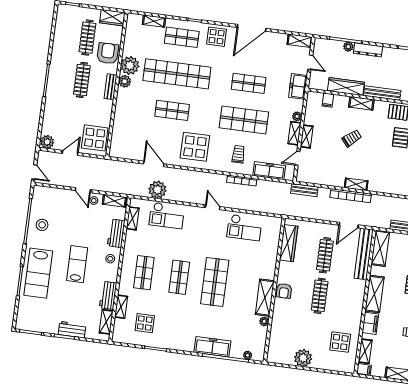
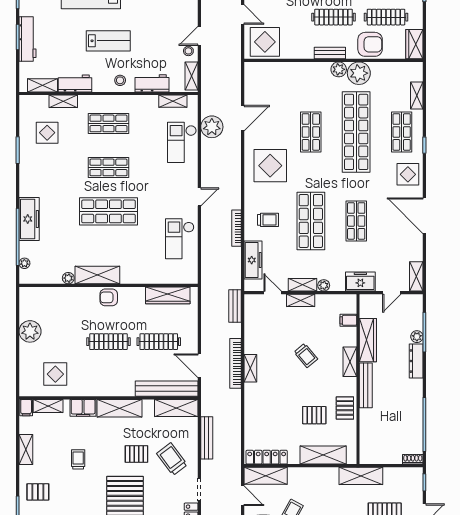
workbench: (72, 330) -> (27, 39), width x1.38

